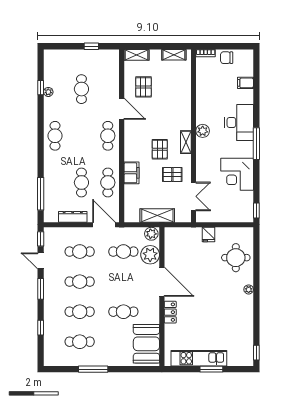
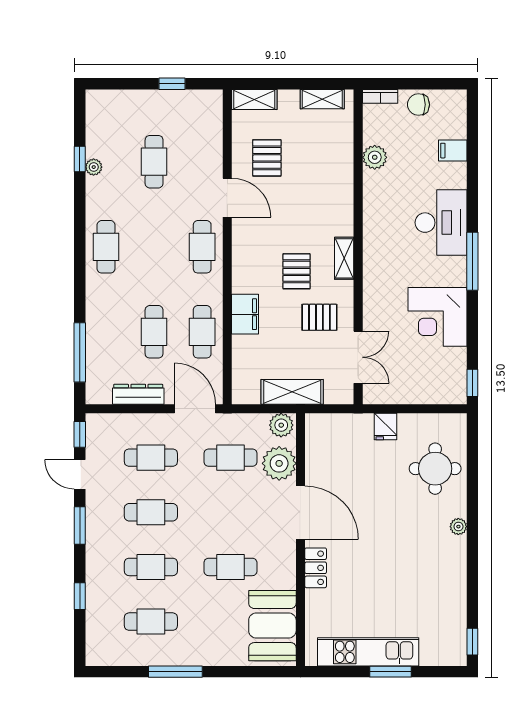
plant: (203, 131) -> (375, 157), moved

